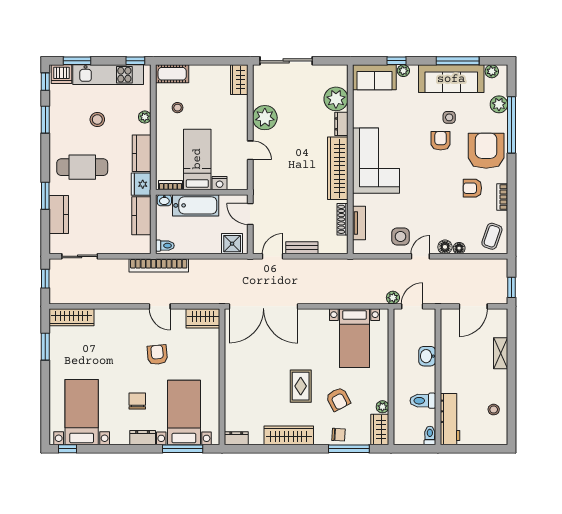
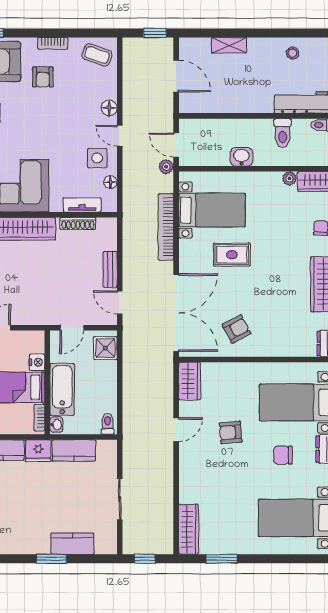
cafe table: (82, 167) -> (19, 517), removed
floor lamp: (459, 248) -> (110, 182), moved
sliding door: (80, 256) -> (120, 499), moved
bookcase: (159, 265) -> (166, 227), moved, turned 180
washbasin: (427, 356) -> (241, 157), moved, turned 180
rug: (301, 386) -> (232, 255), moved
armchair: (338, 399) -> (237, 329), moved

